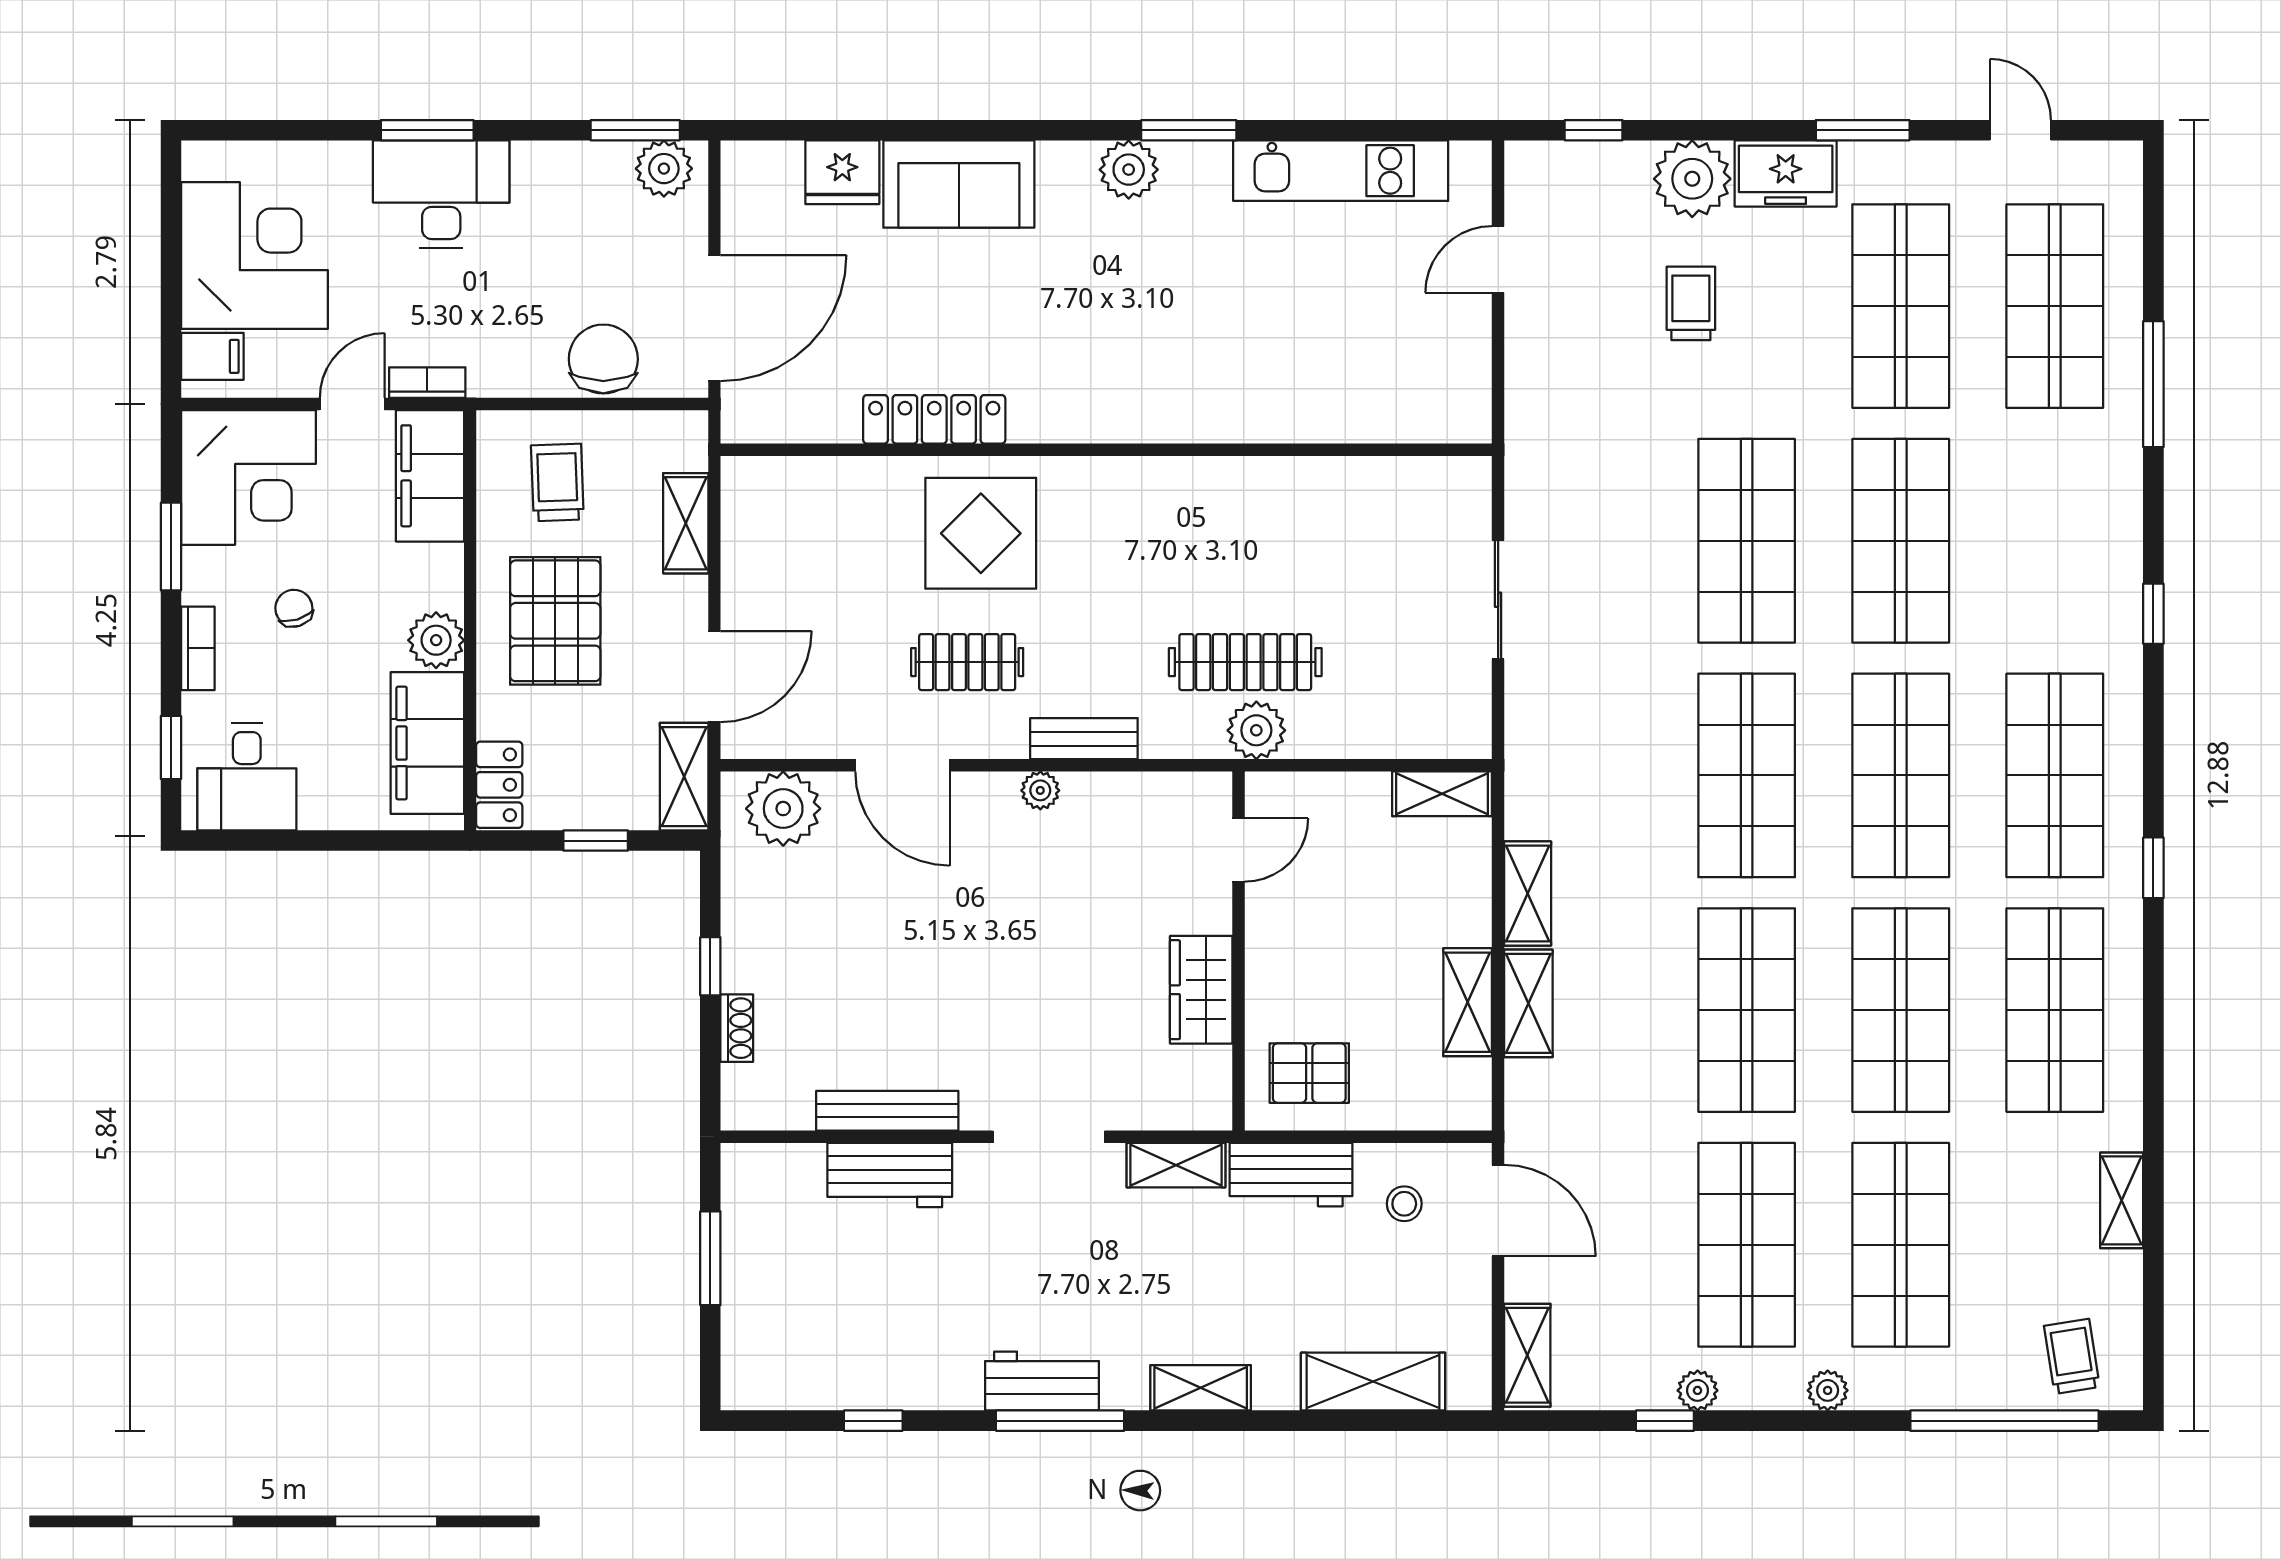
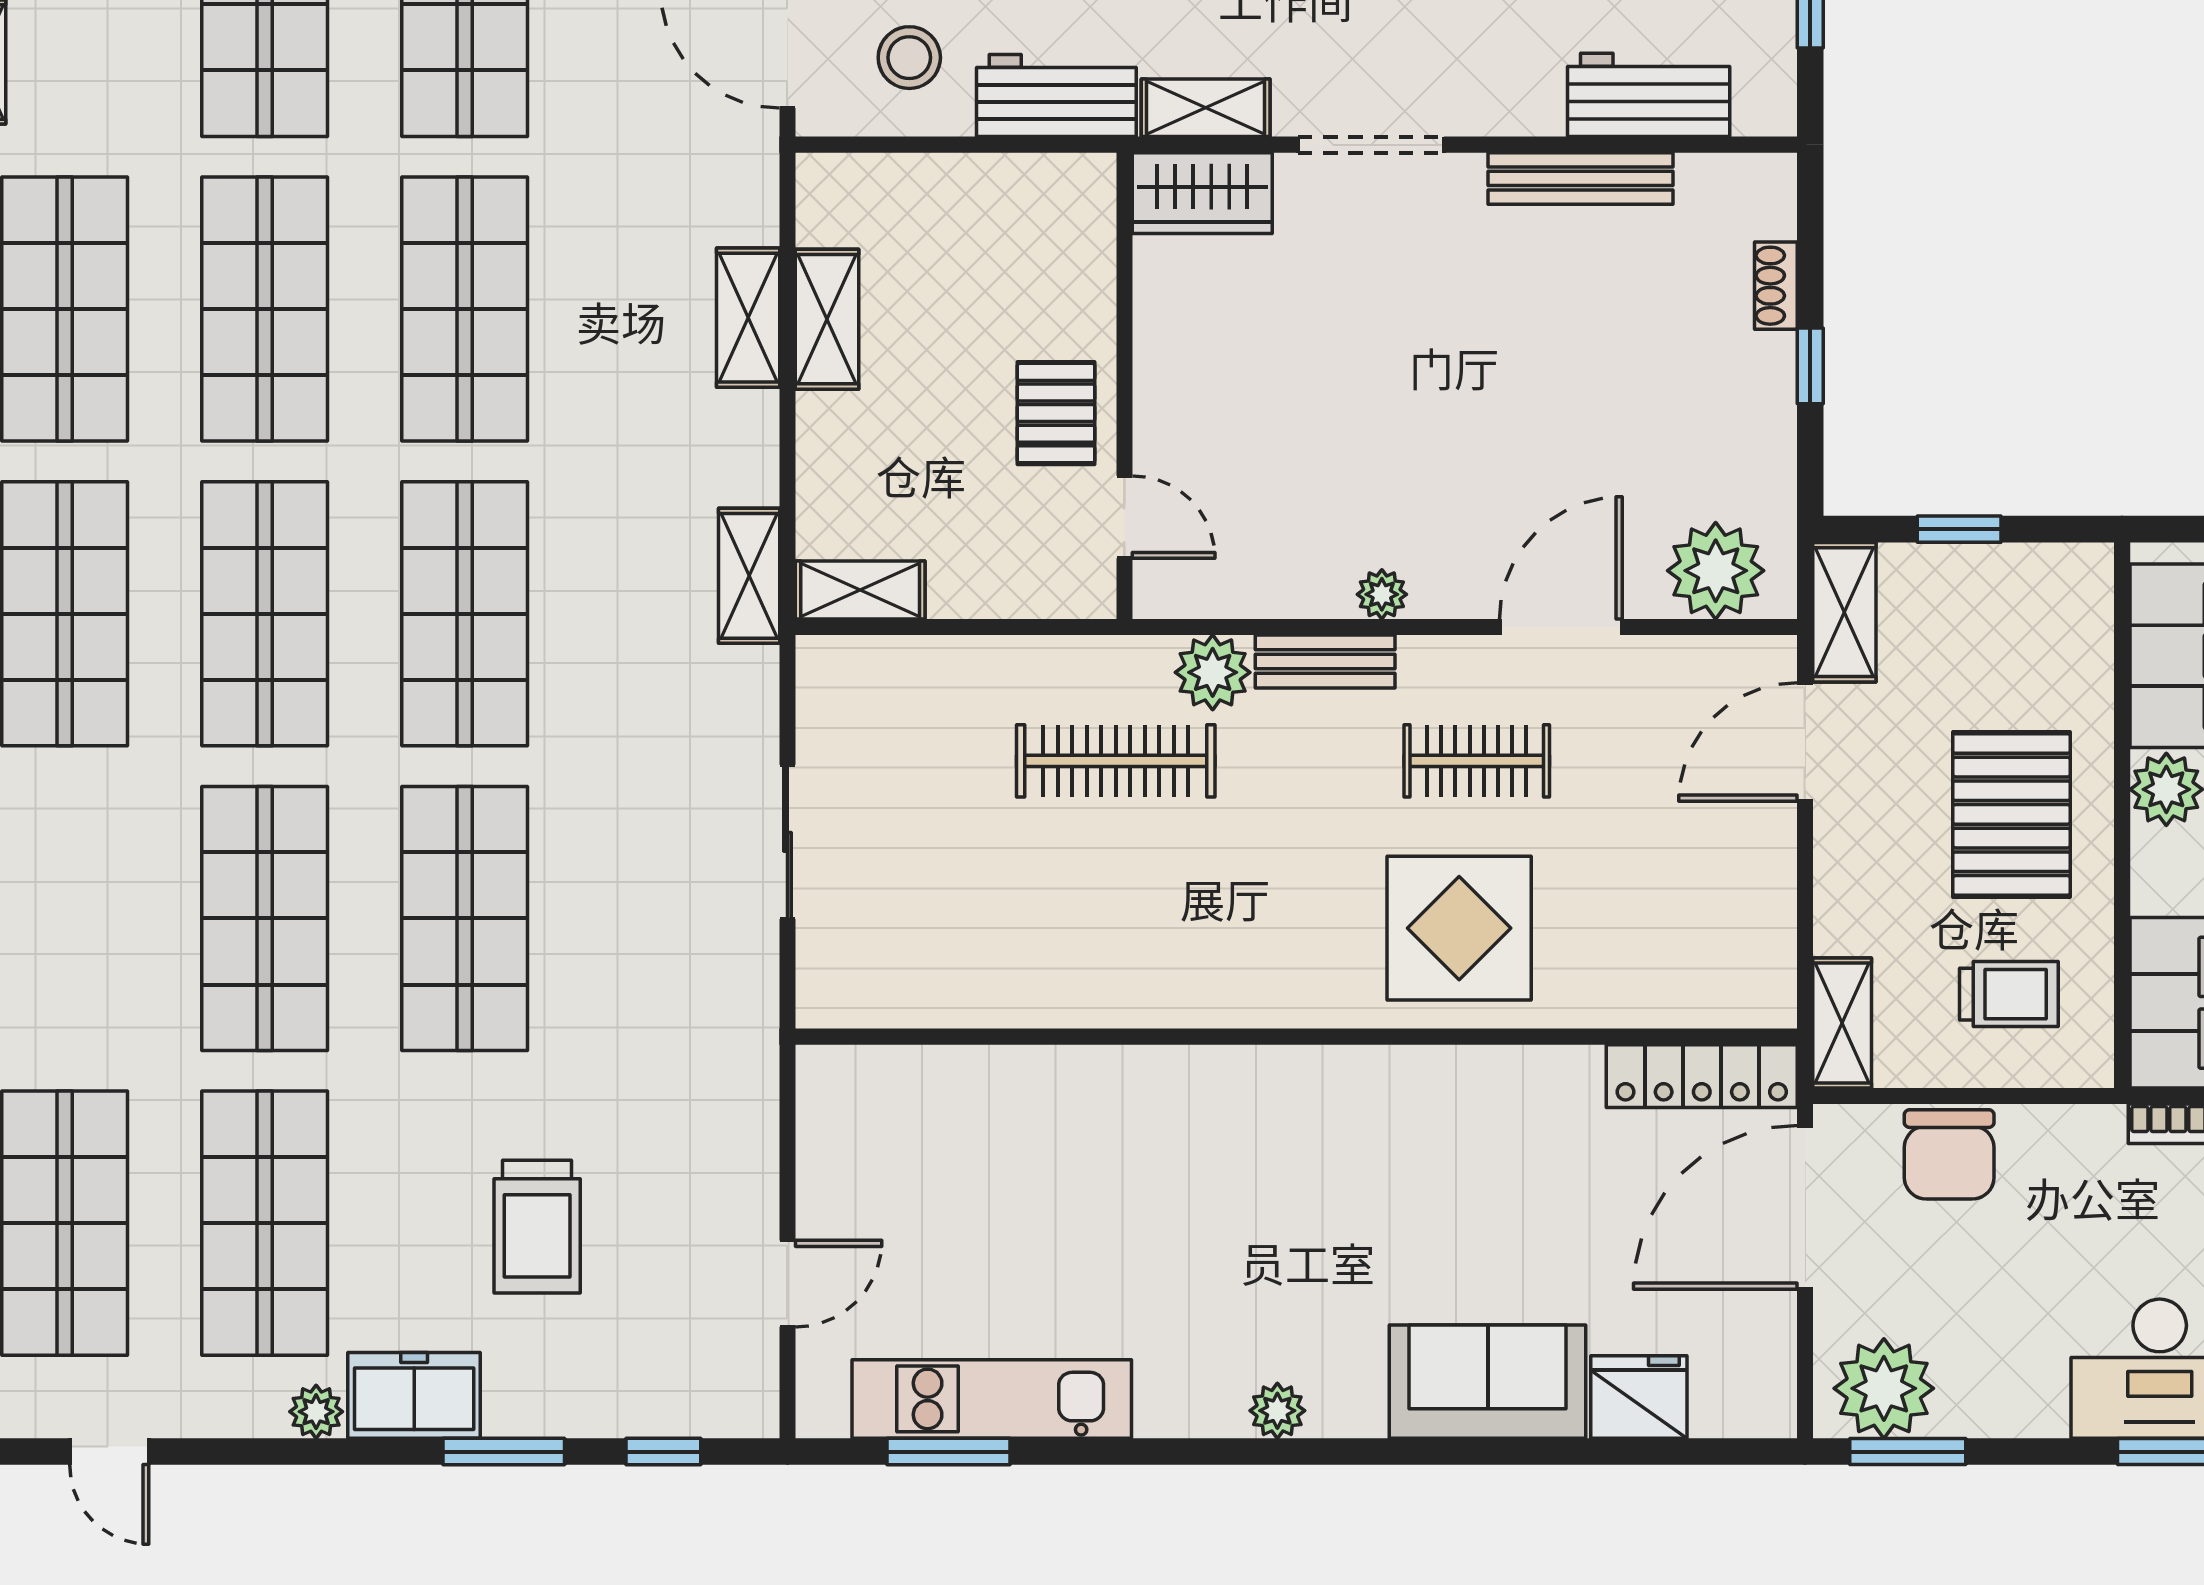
window: (1189, 130) -> (948, 1452), moved
window: (1863, 130) -> (504, 1452), moved
plant: (664, 169) -> (1884, 1388), width x1.36, depth x1.36
plant: (1129, 170) -> (1277, 1411), width x0.73, depth x0.73
plant: (1692, 179) -> (316, 1412), moved, width x0.53, depth x0.53
trolley: (1691, 303) -> (537, 1227), width x1.36, depth x1.39
locker: (934, 419) -> (1702, 1076), moved
trolley: (557, 482) -> (2009, 994), turned -88
shelving: (686, 523) -> (1842, 1023), moved
plant: (1256, 730) -> (1213, 672), moved
door: (902, 765) -> (1561, 627), hinge flipped
locker: (499, 785) -> (2084, 602), removed
door: (1238, 850) -> (1124, 517), swing flipped
shelving: (1528, 893) -> (749, 576), moved
wardrobe: (1201, 990) -> (1202, 193), moved, turned 90
pallet: (1309, 1073) -> (1056, 413), moved, turned 90
workbench: (890, 1175) -> (1649, 95), moved
stool: (1404, 1204) -> (909, 58), width x1.37, depth x1.37

